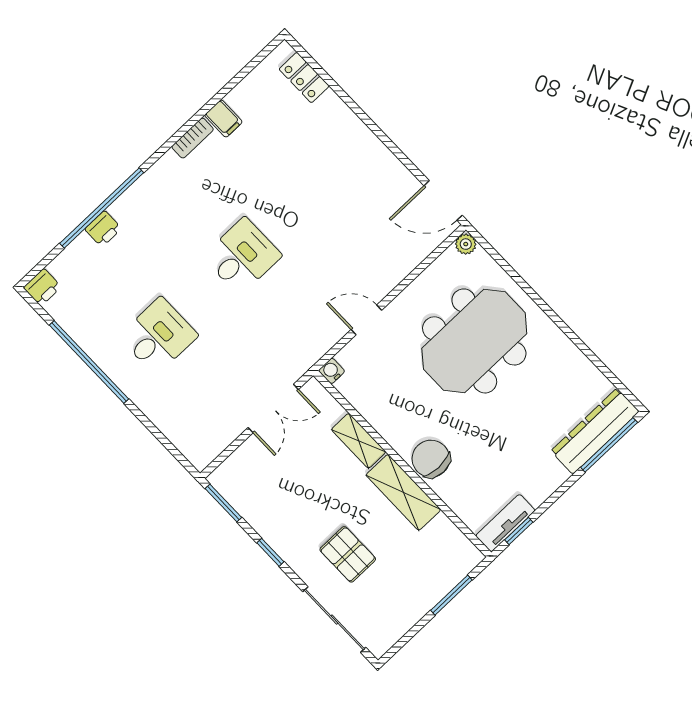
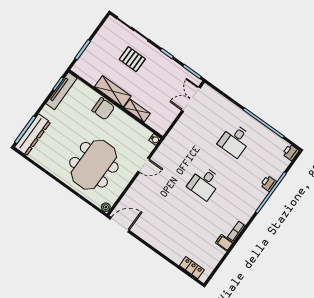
double door: (273, 408) -> (191, 99), moved
tv unit: (505, 523) -> (61, 91), width x1.41

